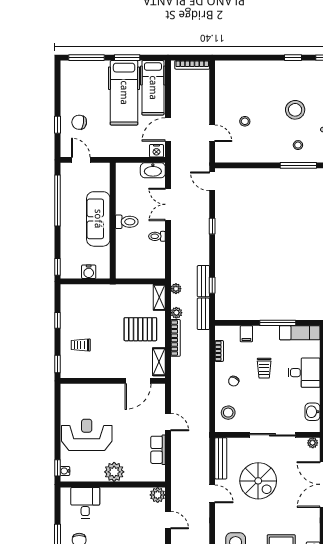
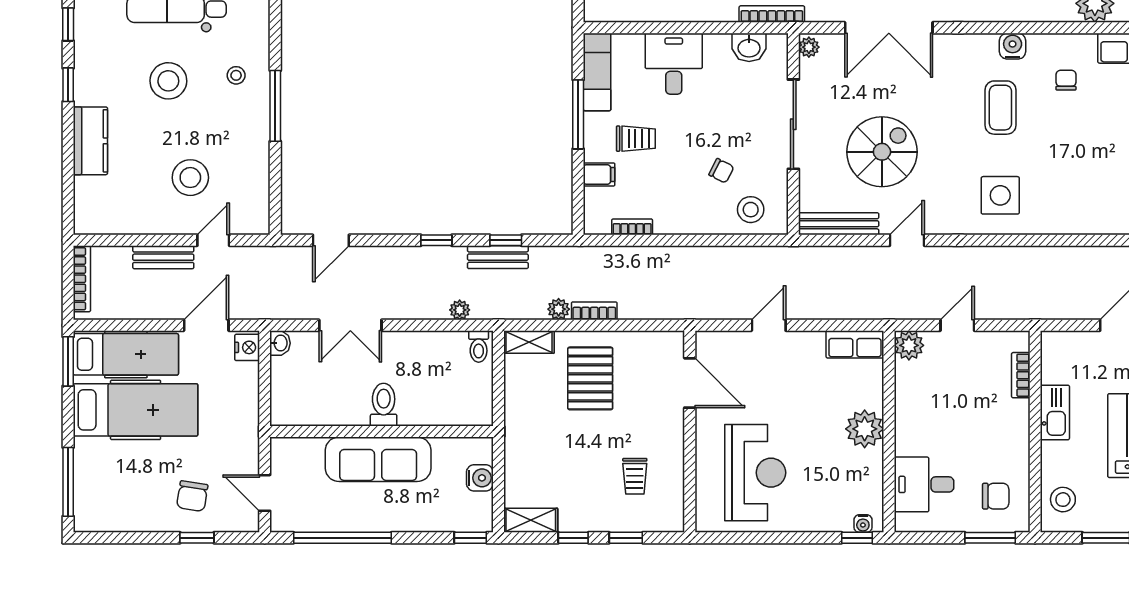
window: (127, 58) -> (68, 361), moved
kitchen counter: (264, 69) -> (90, 141), added
stool: (245, 121) -> (190, 178), width x1.89, depth x1.89
door: (168, 130) -> (206, 325), swing flipped
door: (81, 160) -> (265, 493), hinge flipped
window: (298, 165) -> (275, 106), moved
washbasin: (153, 170) -> (280, 343), width x0.52, depth x0.69
door: (212, 181) -> (331, 240), moved
window: (212, 226) -> (436, 240), moved
toilet: (157, 236) -> (479, 346), moved
plant: (176, 289) -> (460, 310), moved
bench: (203, 314) -> (163, 257), moved
bookcase: (175, 338) -> (594, 311), width x0.64
trolley: (81, 345) -> (635, 476), moved
shelving: (159, 362) -> (531, 520), moved
window: (57, 364) -> (626, 538), moved
trolley: (264, 368) -> (636, 139), moved
chair: (234, 381) -> (721, 171), moved
reception desk: (87, 435) -> (755, 473), moved, turned 180
row of seats: (158, 450) -> (855, 344), moved

